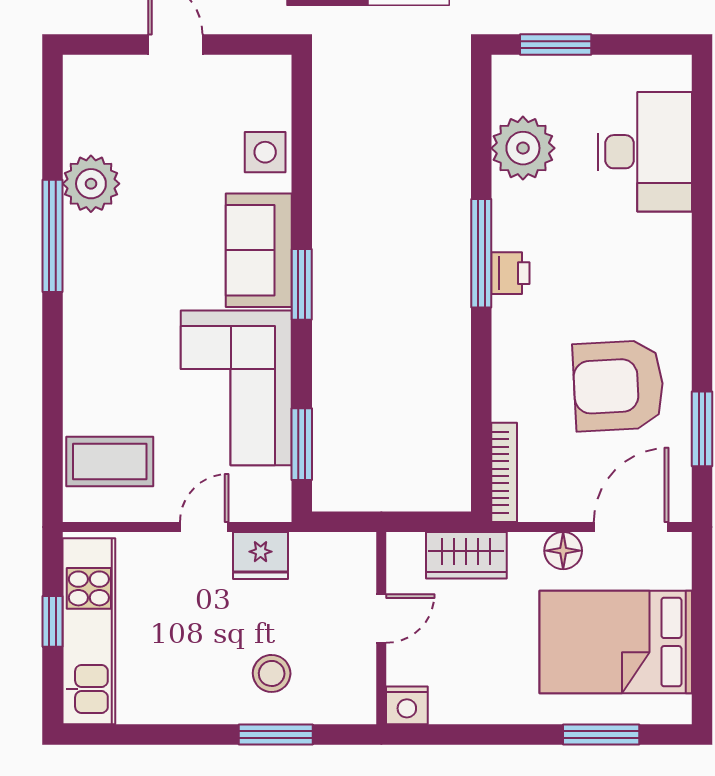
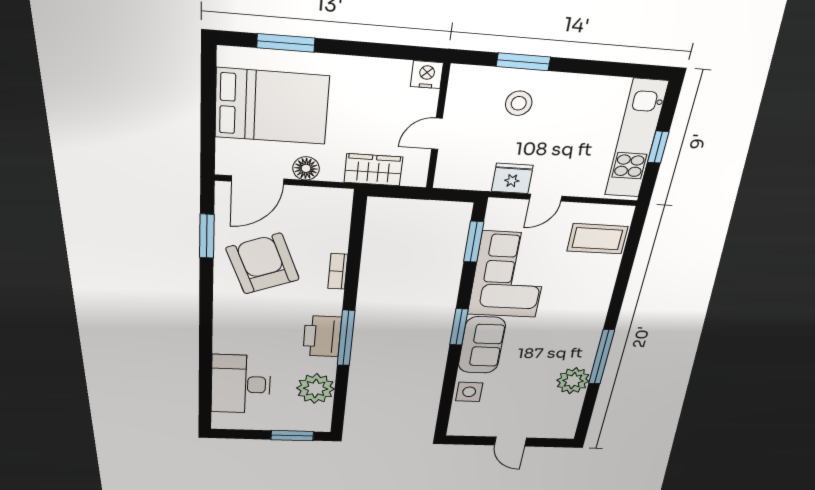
printer: (510, 273) -> (322, 336), width x1.87, depth x1.48
armchair: (618, 386) -> (263, 264), turned -108
bookcase: (504, 472) -> (338, 271), moved, width x0.64

